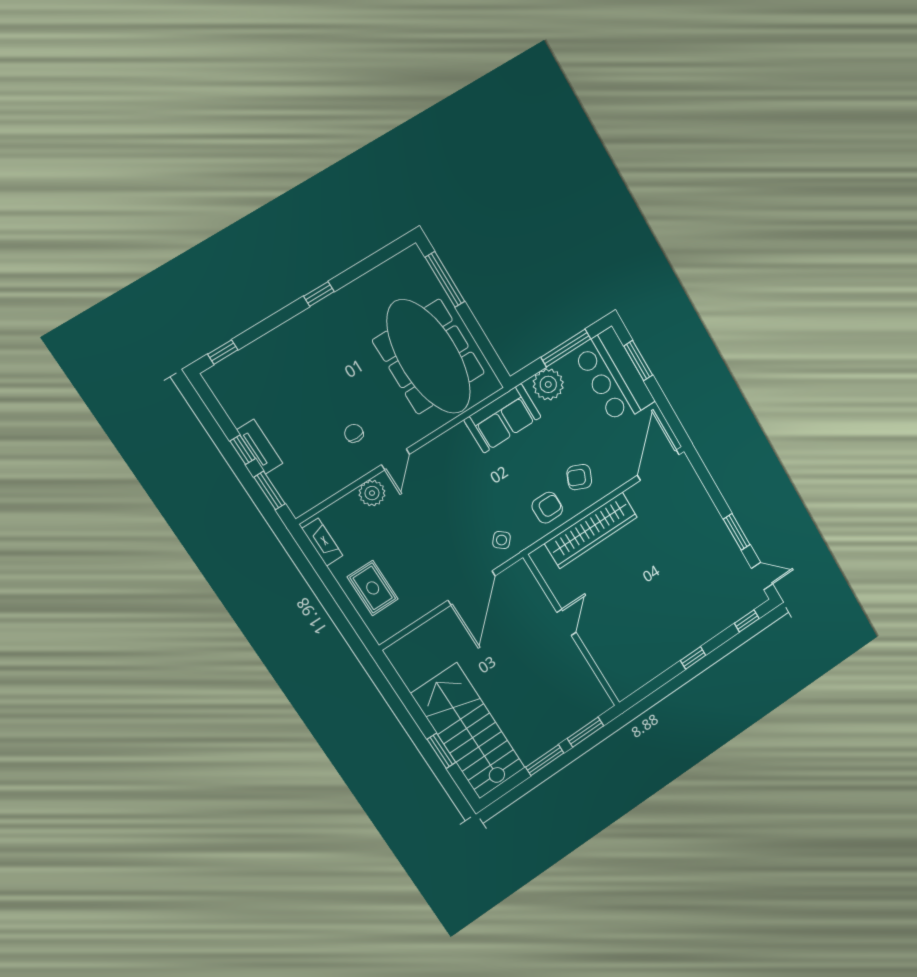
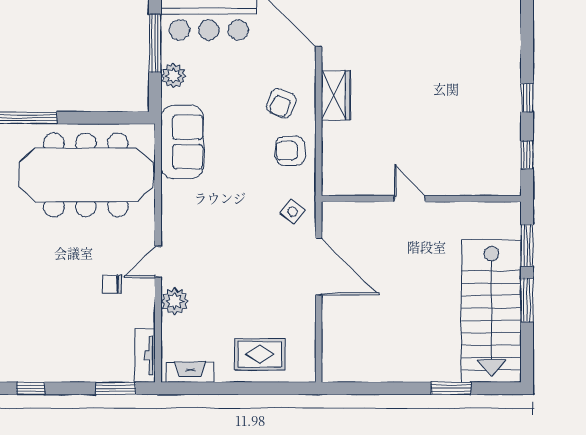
plant: (548, 384) -> (173, 76), width x0.73, depth x0.73
tv unit: (260, 447) -> (145, 355), moved, turned -90
window: (243, 450) -> (31, 388), moved
door: (395, 459) -> (158, 262), swing flipped
armchair: (547, 508) -> (290, 151), turned -90
wardrobe: (591, 530) -> (336, 95), width x0.48, depth x0.85
window: (747, 621) -> (527, 155), moved
stairs: (468, 731) -> (491, 311), moved, turned -90

